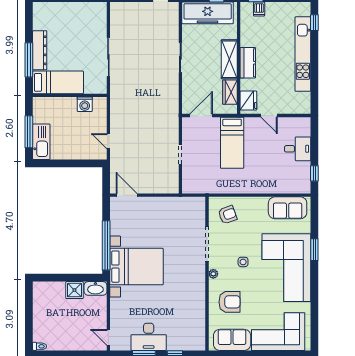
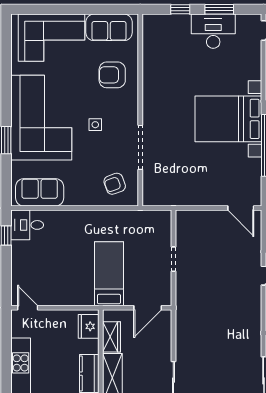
door: (269, 116) -> (28, 308), moved
desk: (298, 149) -> (27, 225), moved
plant: (213, 274) -> (132, 110), removed

